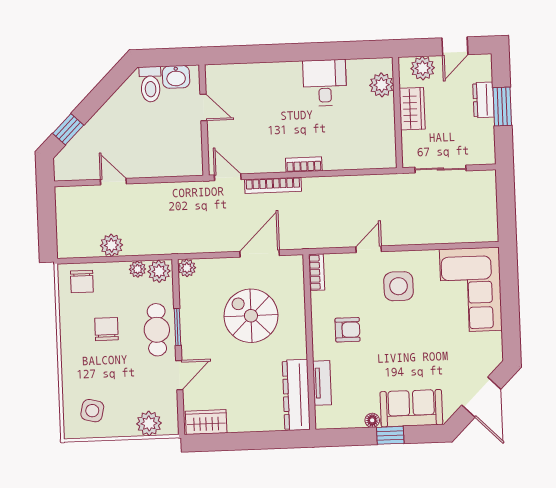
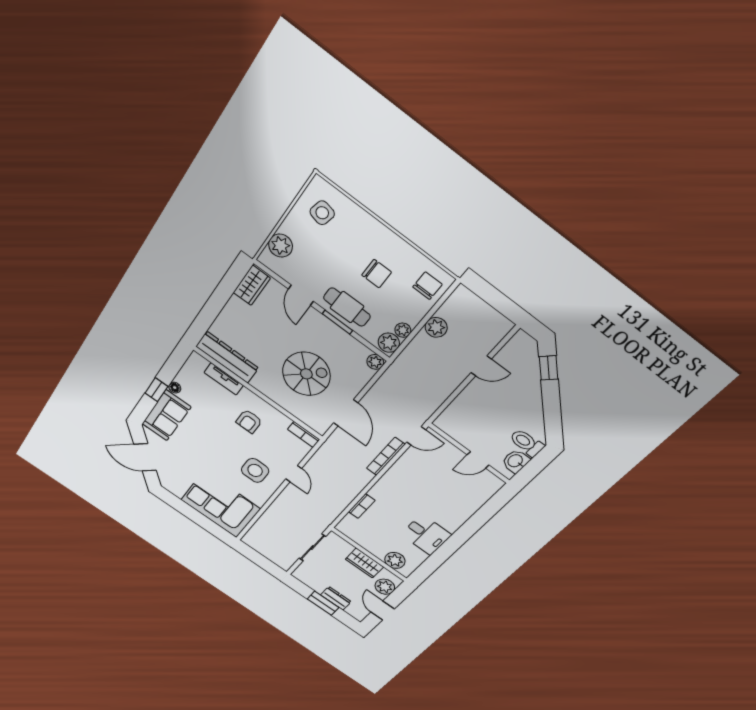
bookcase: (304, 165) -> (362, 506), moved
chair: (82, 282) -> (427, 286), turned 90

